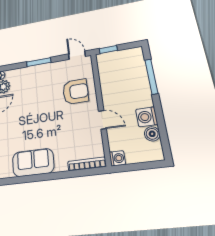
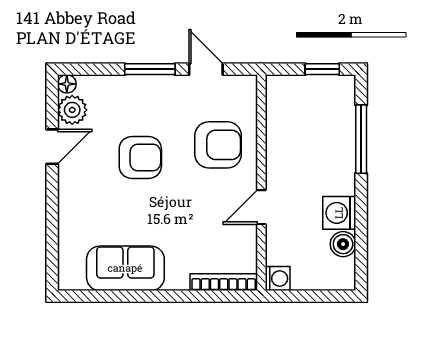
window: (108, 50) -> (322, 69), moved
door: (77, 55) -> (206, 69), moved
armchair: (37, 104) -> (140, 158), added
door: (102, 120) -> (261, 207), swing flipped

